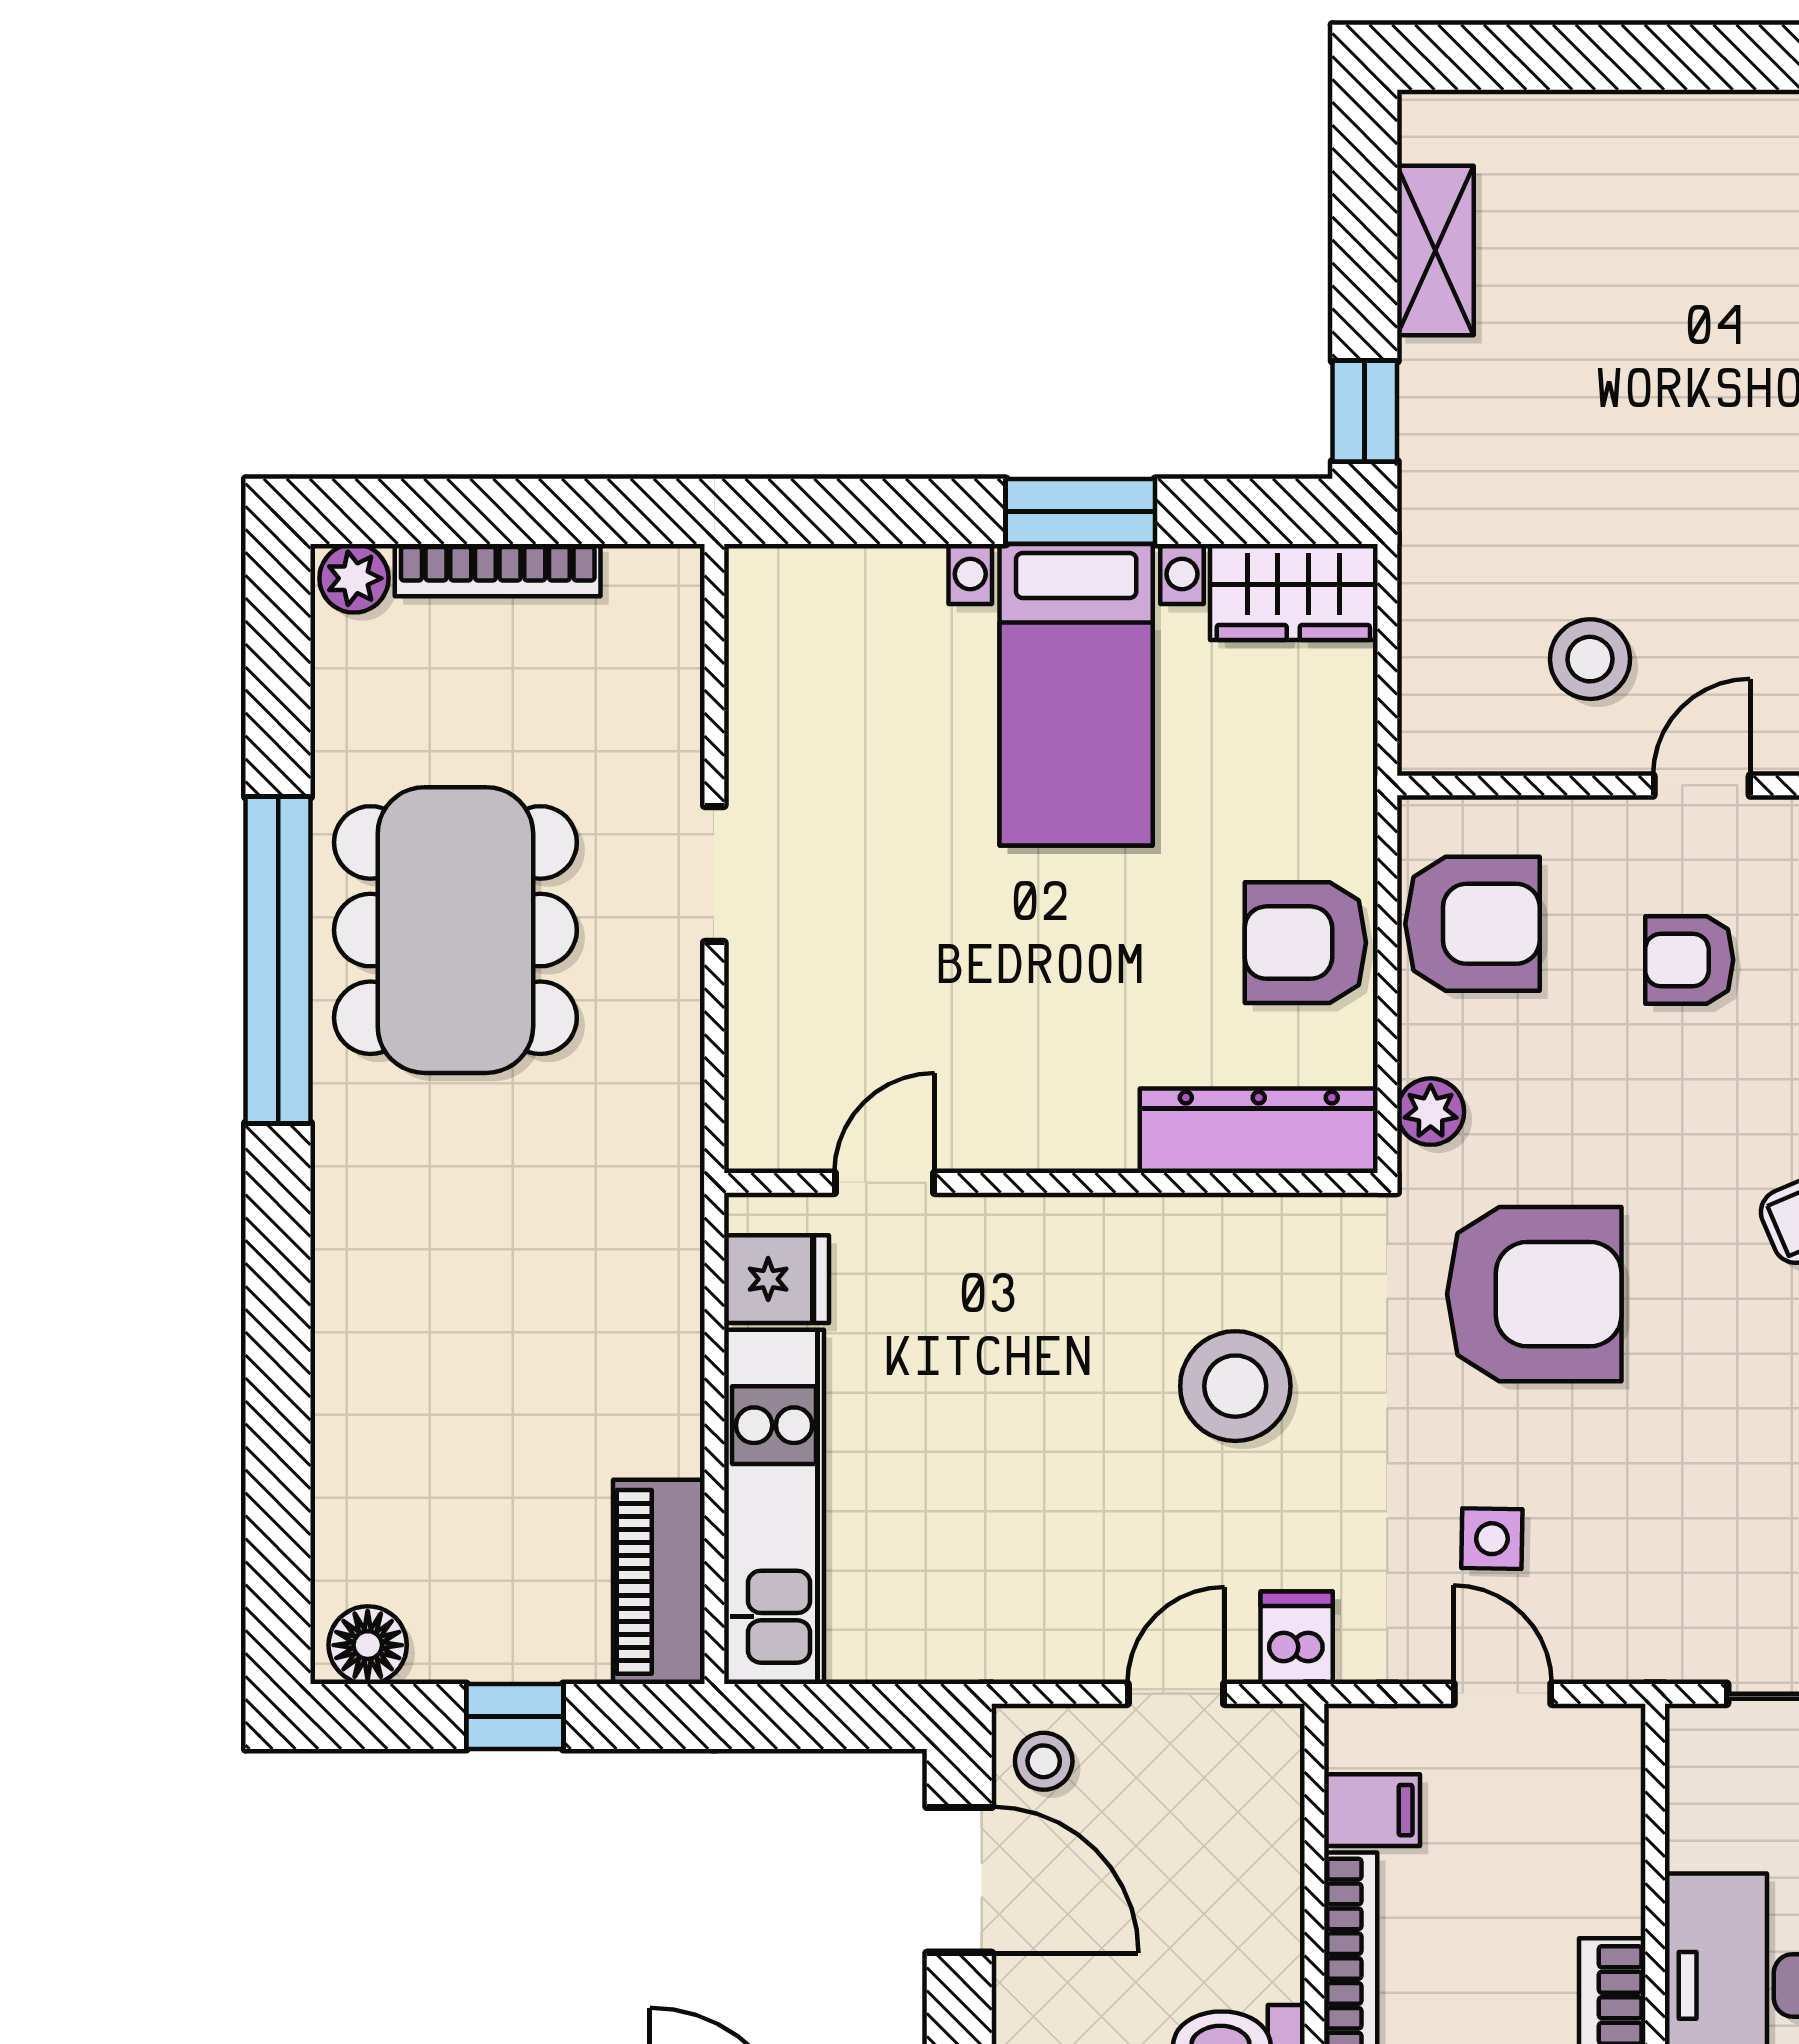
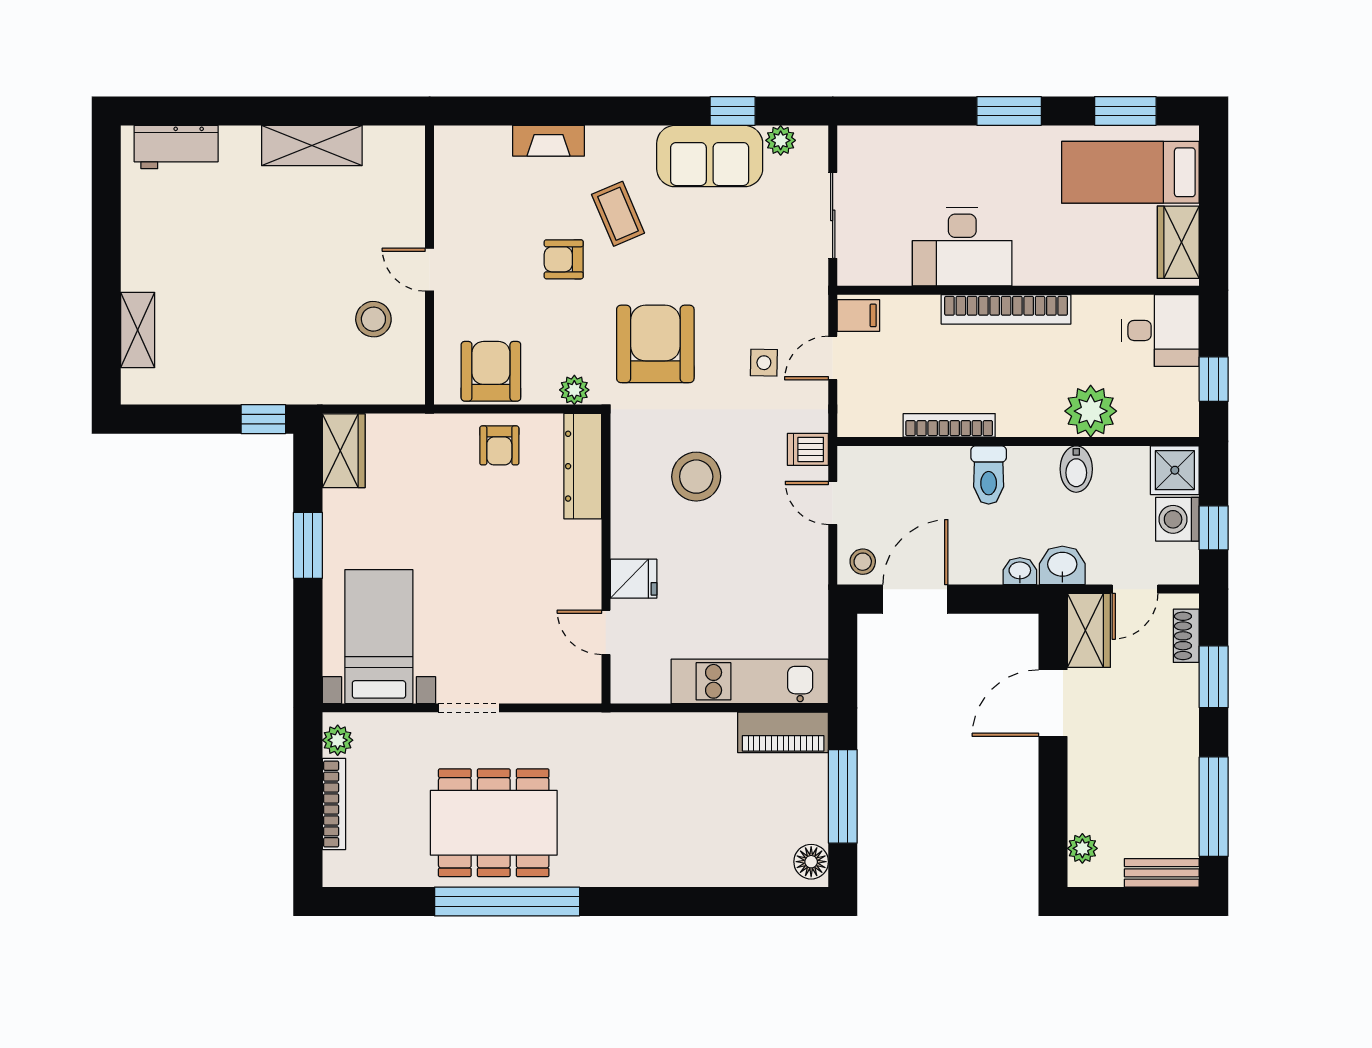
shelving: (1435, 251) -> (138, 330), moved, turned 90
plant: (354, 578) -> (338, 740), moved
bed with nightstands: (1076, 695) -> (379, 637), moved, turned -90
armchair: (1305, 943) -> (499, 445), width x0.72, depth x0.72
armchair: (1689, 960) -> (564, 259), moved, turned 90
fridge: (776, 1279) -> (634, 579), moved, turned 90
window: (515, 1716) -> (843, 796), width x2.17
filing cabinet: (1372, 1810) -> (858, 315), moved, turned 90

